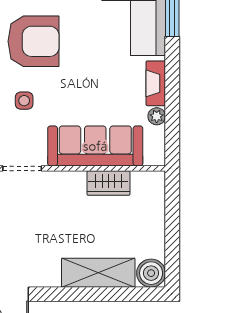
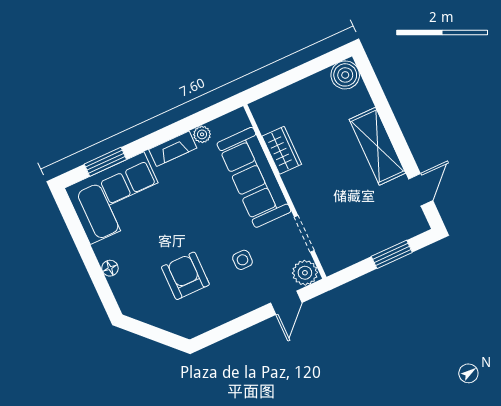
armchair: (34, 41) -> (185, 276), width x0.73, depth x0.73
shelving: (98, 273) -> (377, 146), moved

